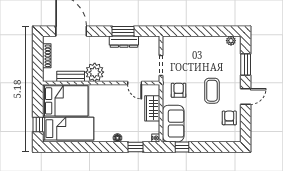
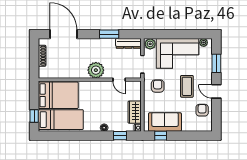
dresser: (124, 42) -> (128, 43), moved
plant: (170, 42) -> (150, 44), added
corner sofa: (201, 53) -> (178, 53), added
plant: (95, 72) -> (96, 70), moved
bench: (71, 76) -> (63, 74), removed
door: (246, 96) -> (216, 91), swing flipped
wardrobe: (152, 108) -> (135, 112), moved
sofa: (173, 124) -> (165, 122), moved, turned -90

